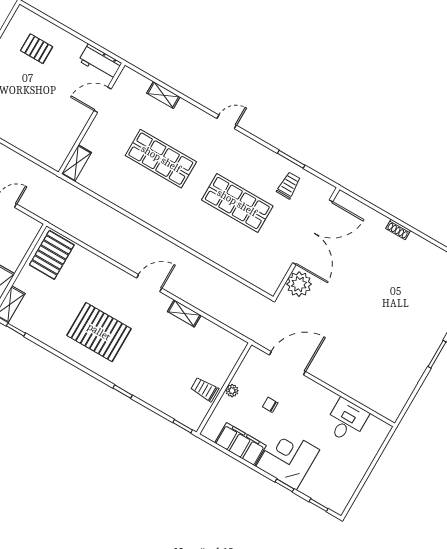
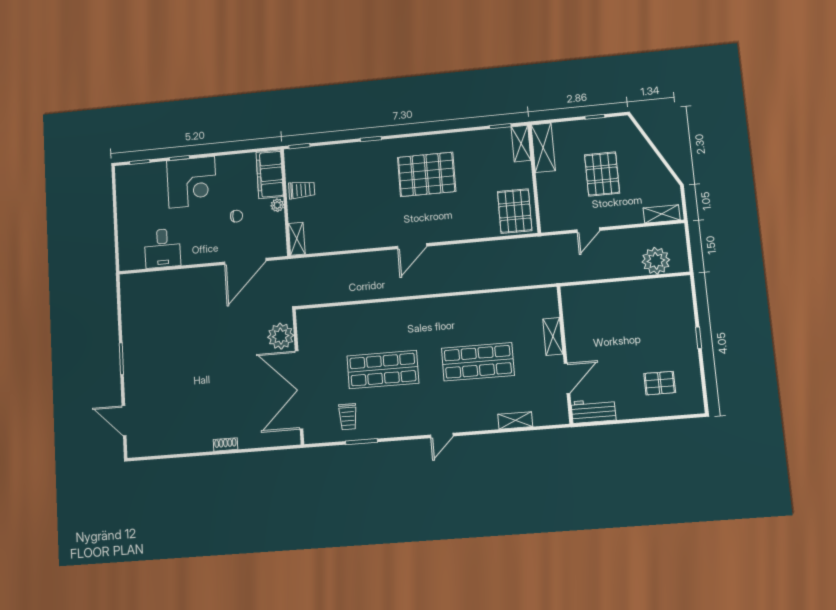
shelving: (77, 163) -> (553, 336), moved
shelving: (184, 313) -> (297, 239), moved, turned 90
filing cabinet: (241, 444) -> (270, 174), moved, turned 90

